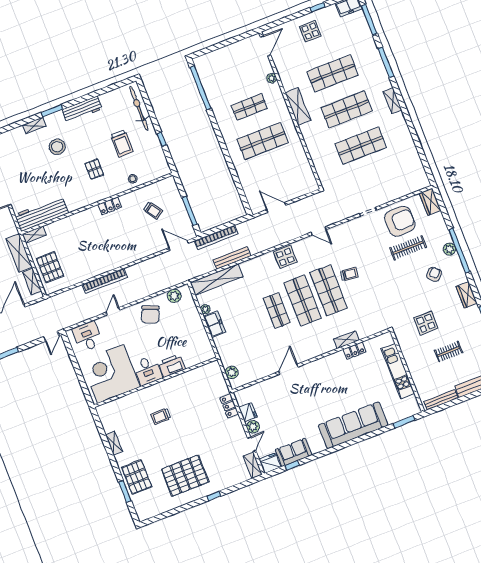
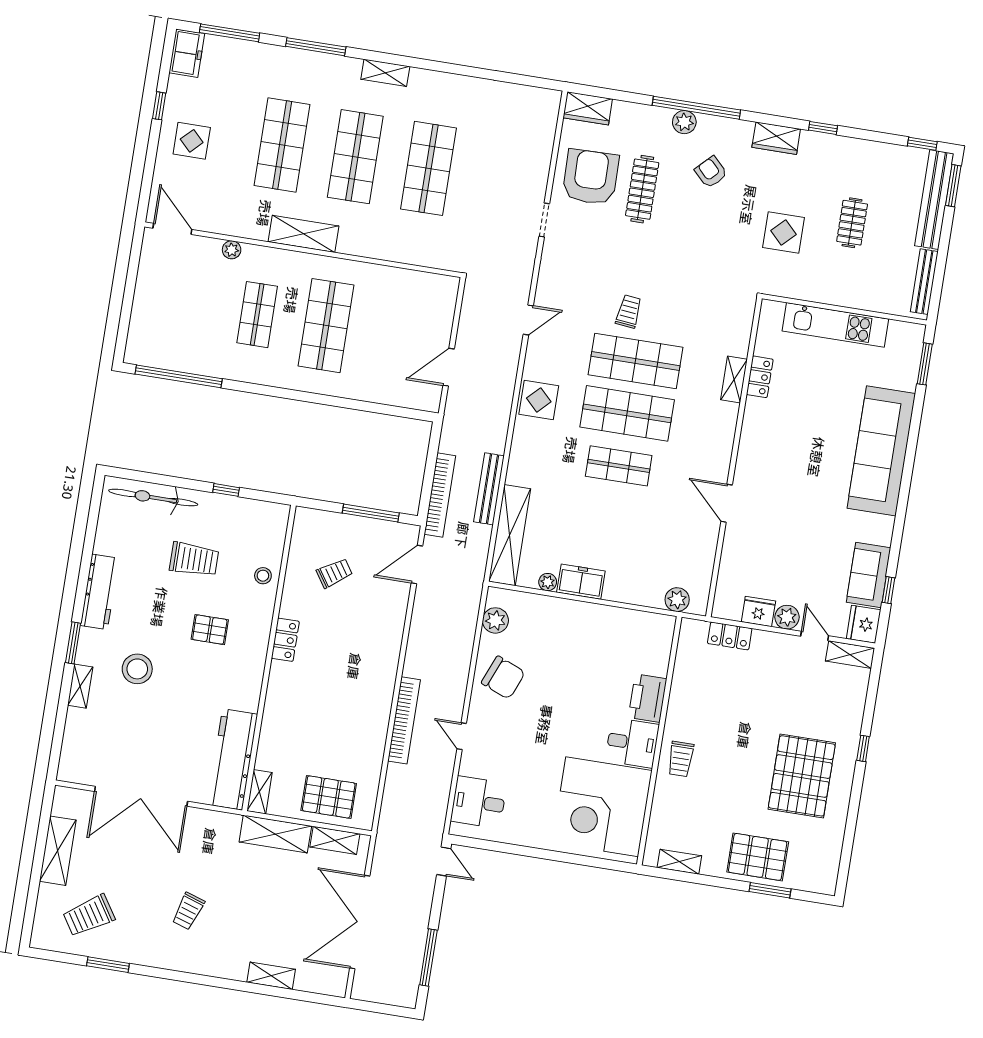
printer: (172, 366) -> (648, 698), moved
desk: (147, 371) -> (632, 743), moved
corner desk: (111, 374) -> (602, 807), moved
wall: (156, 382) -> (659, 741), moved

